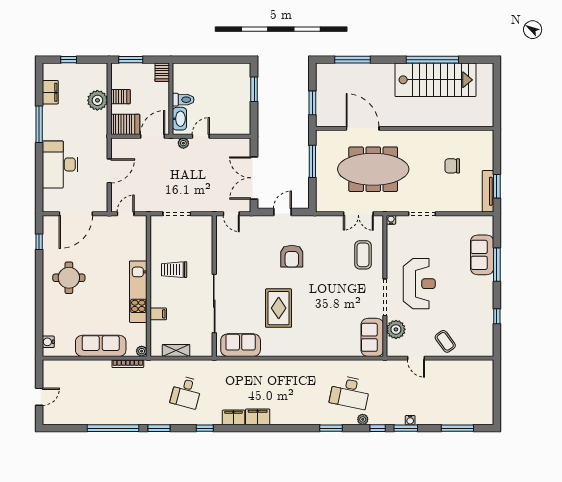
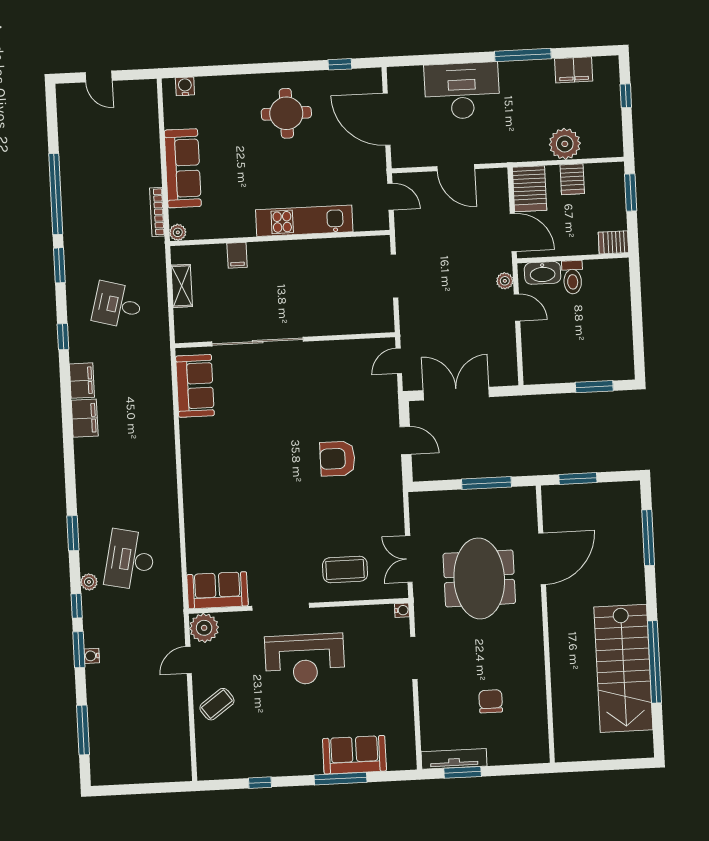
meeting table: (373, 169) -> (479, 578), width x0.73
trolley: (174, 270) -> (307, 276), removed
kitchen unit: (138, 292) -> (304, 221), moved
rug: (279, 308) -> (256, 442), removed
plant: (396, 329) -> (204, 628), moved

